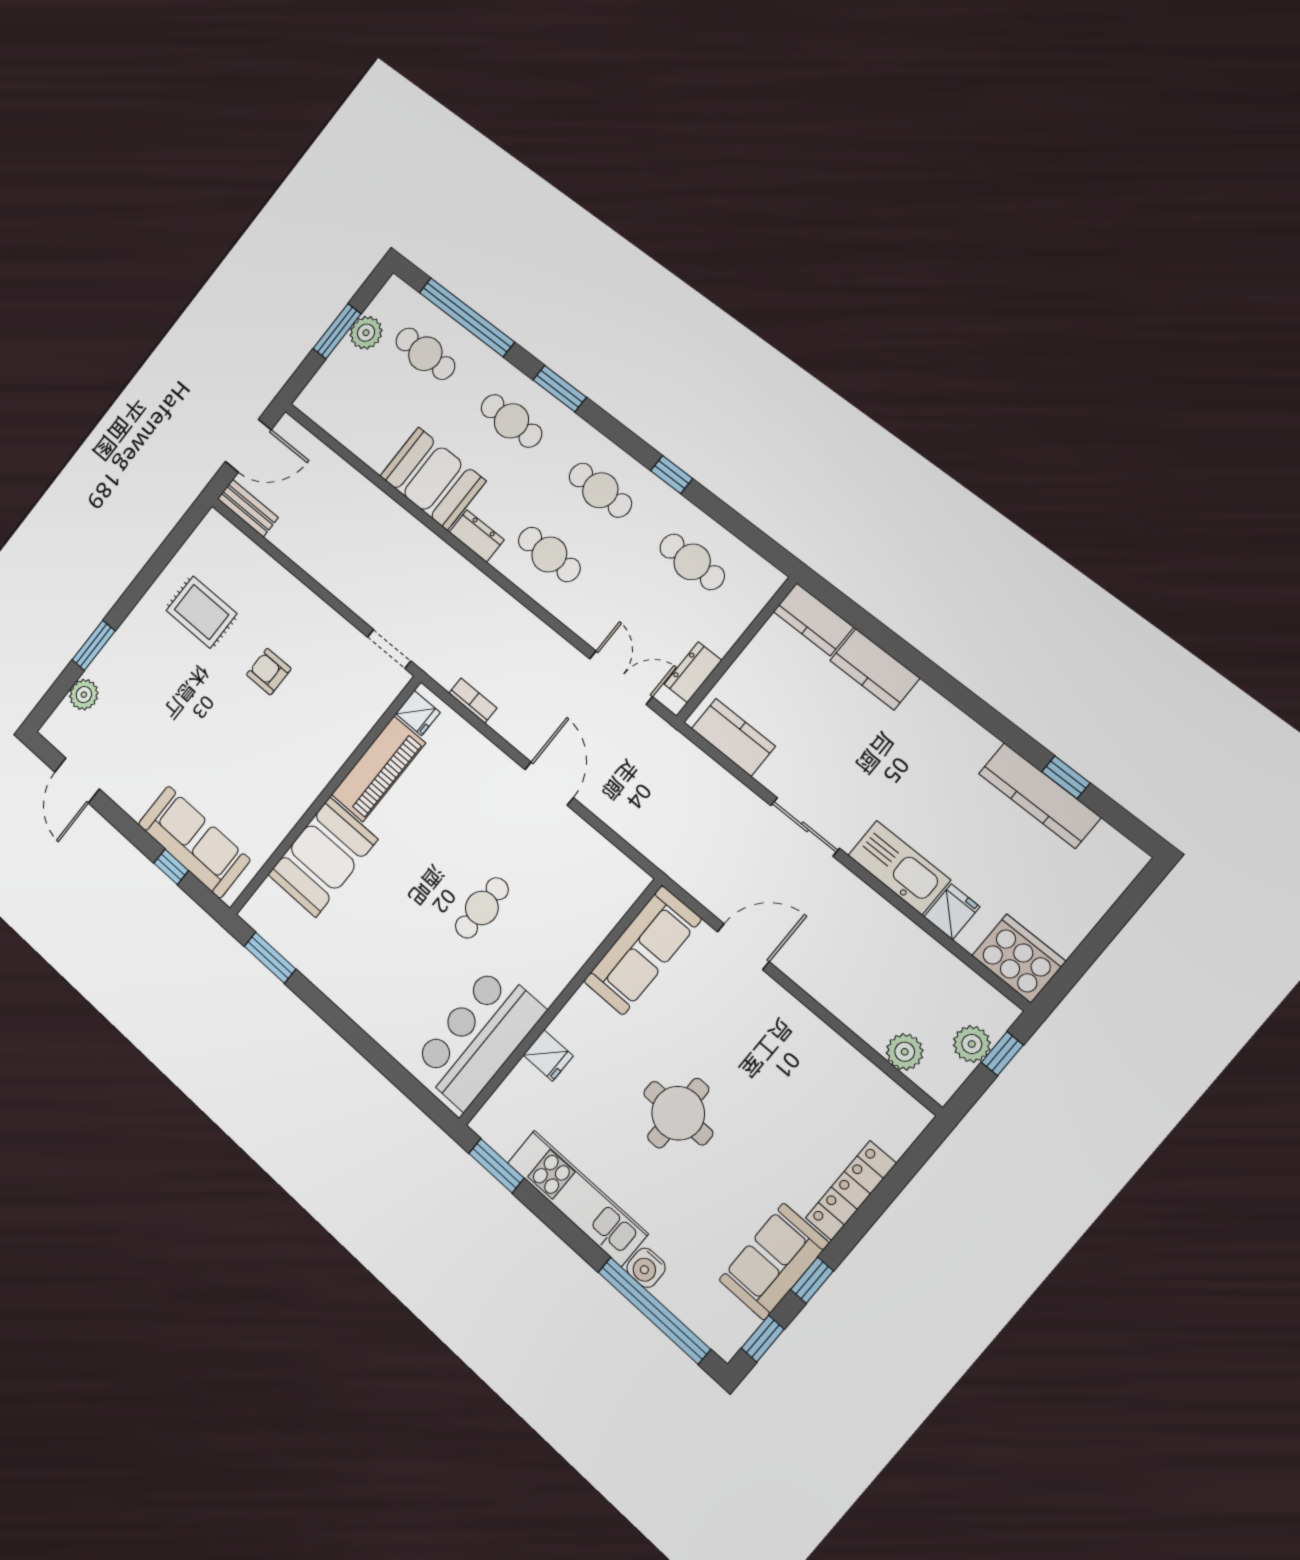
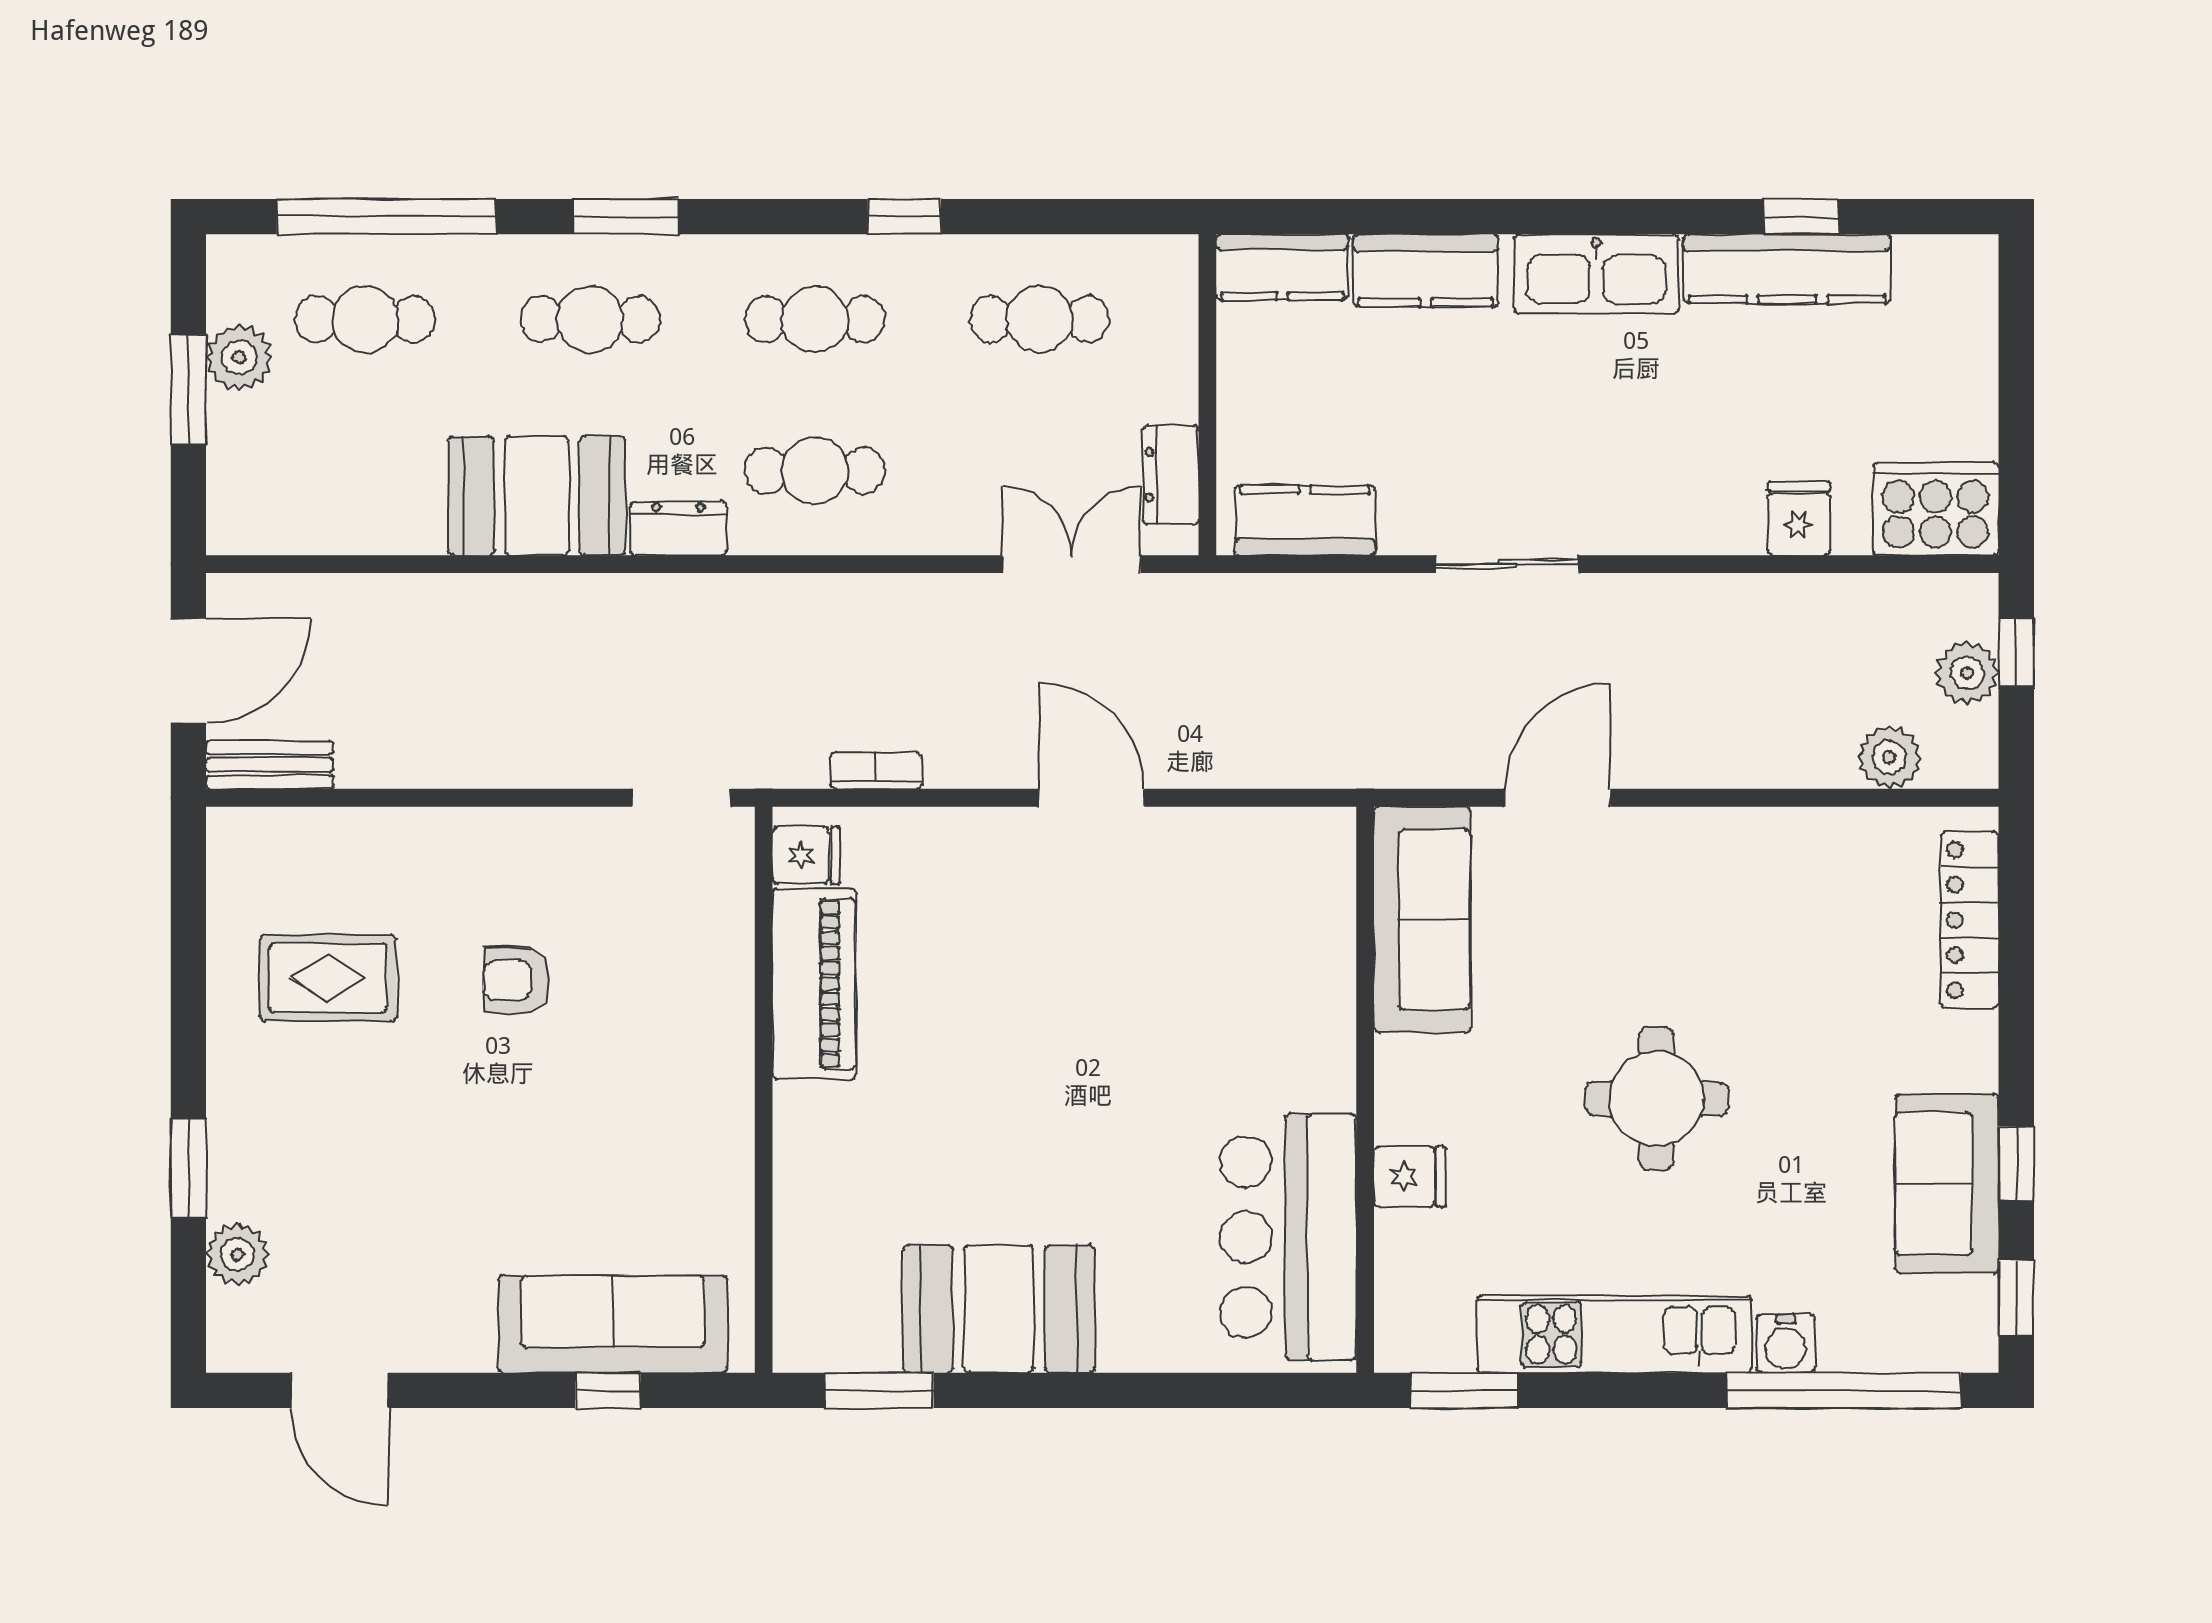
booth: (323, 857) -> (999, 1309), moved, turned 90
kitchen sink: (899, 868) -> (1596, 274), moved, turned 180
cafe table: (482, 908) -> (1140, 1053), removed
locker: (851, 1190) -> (1970, 920), moved

